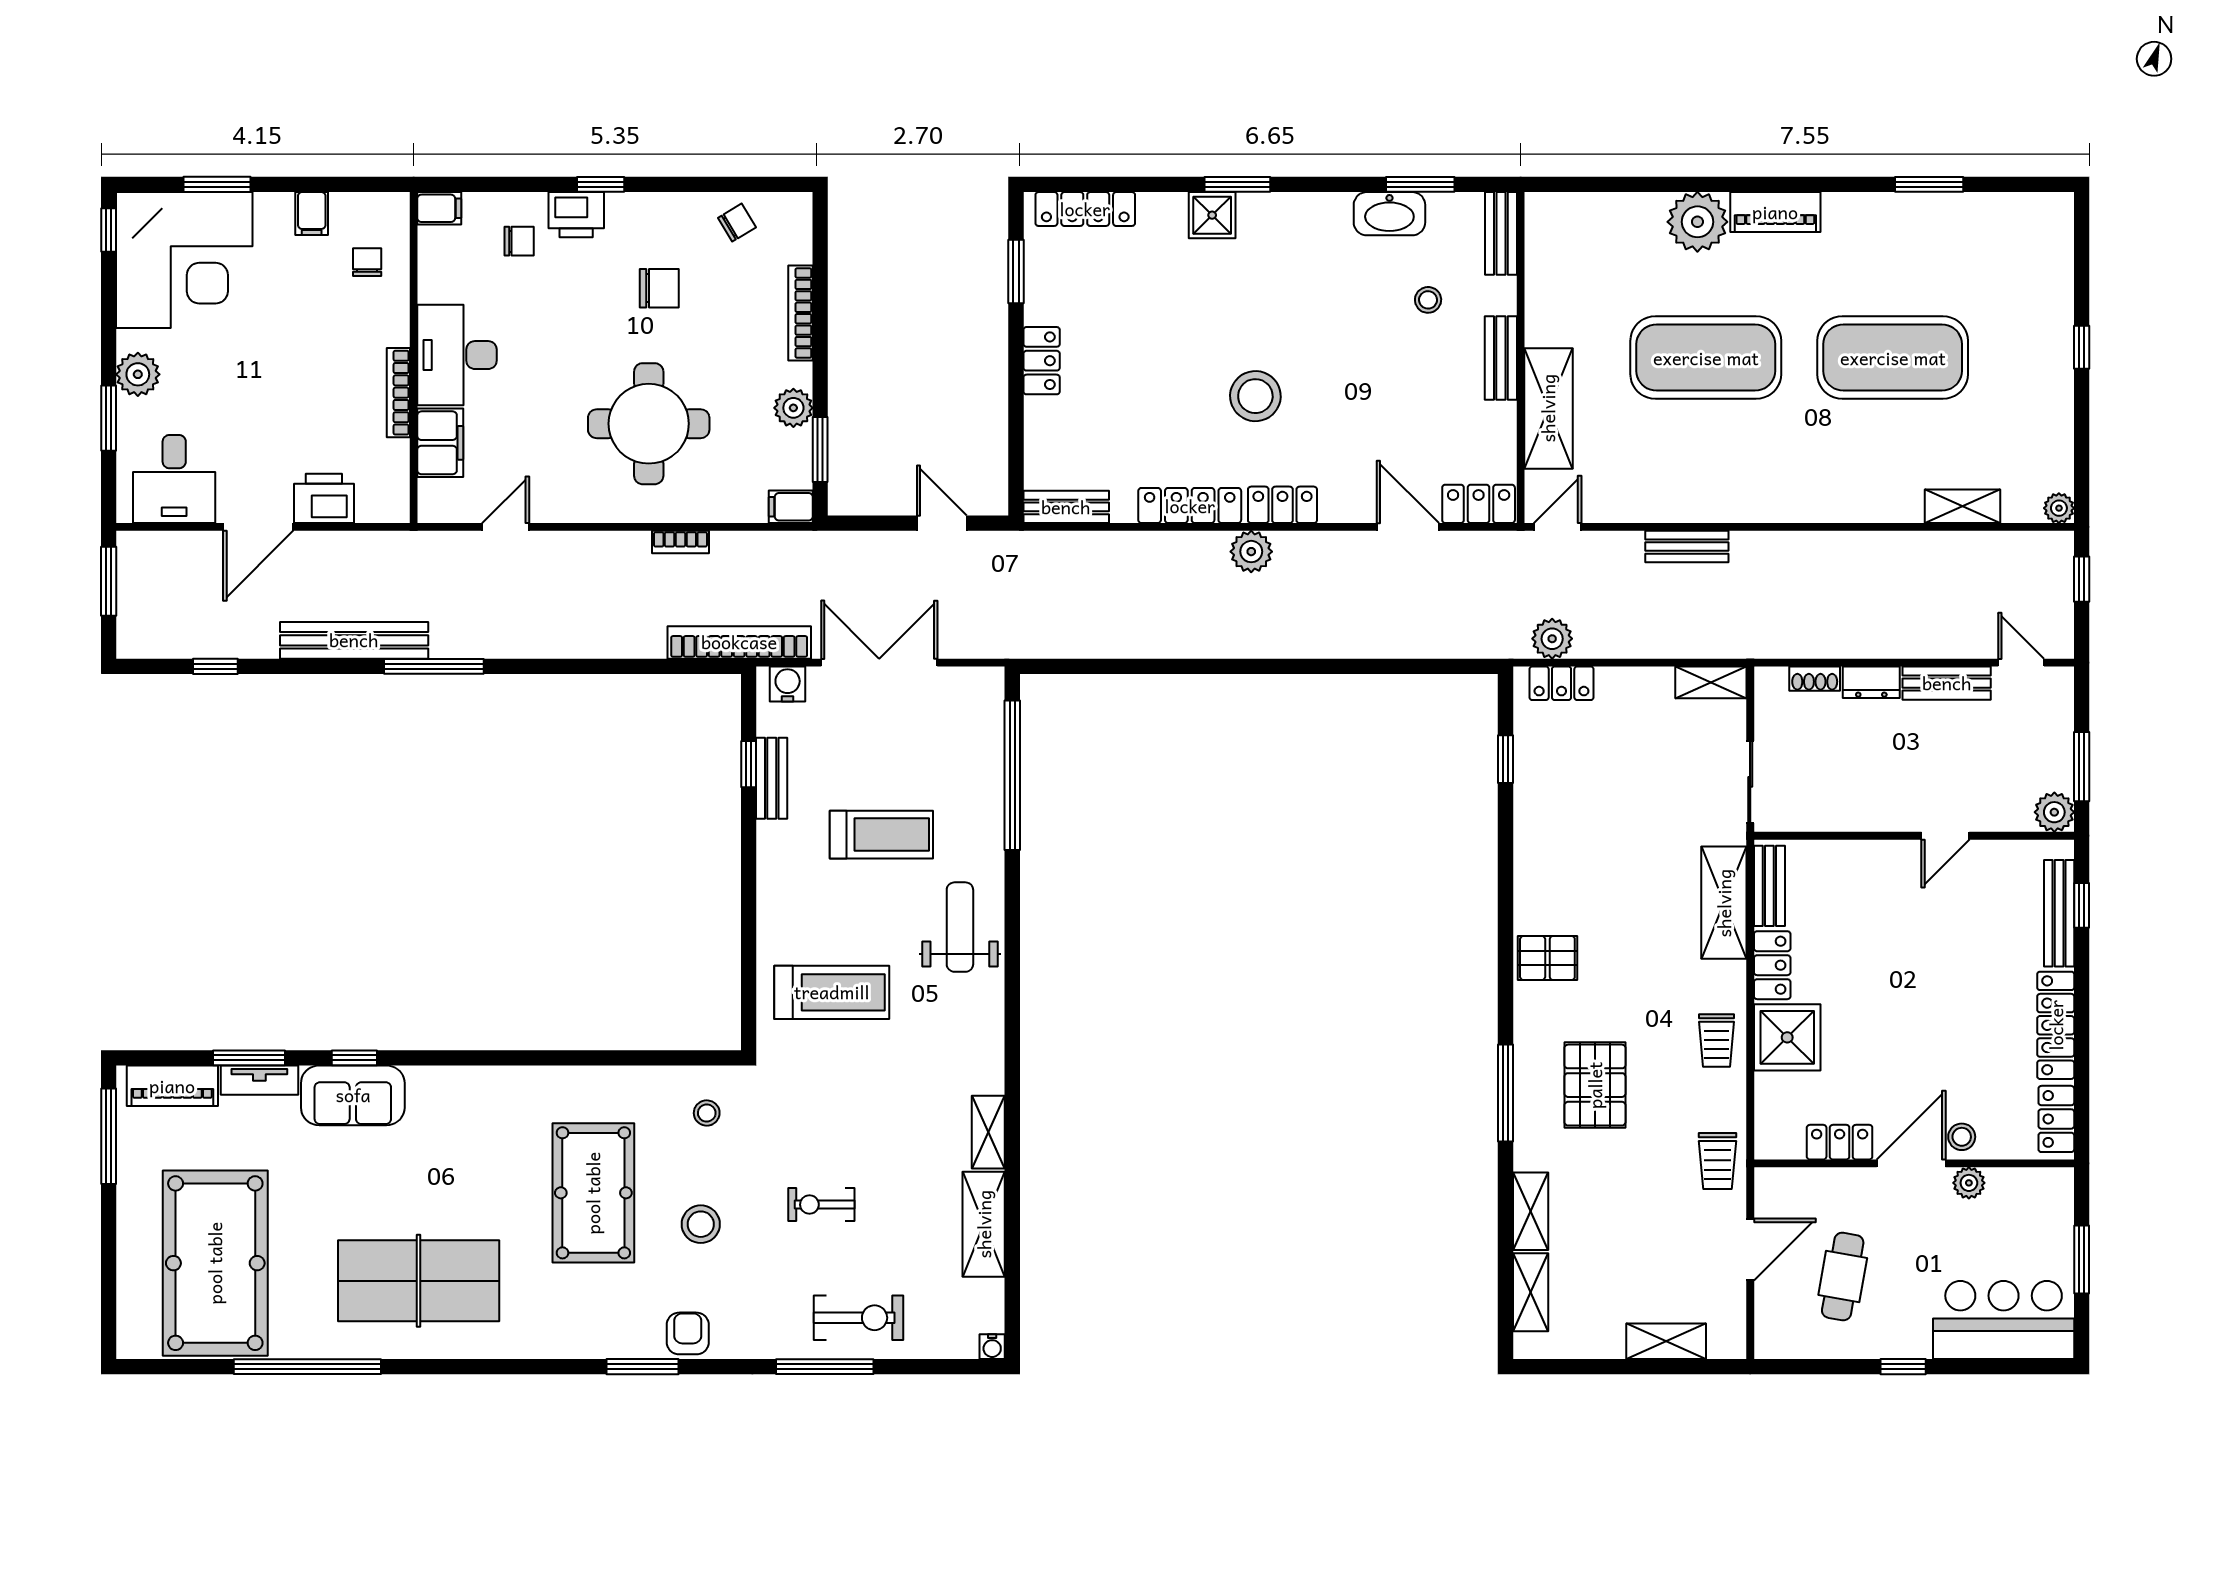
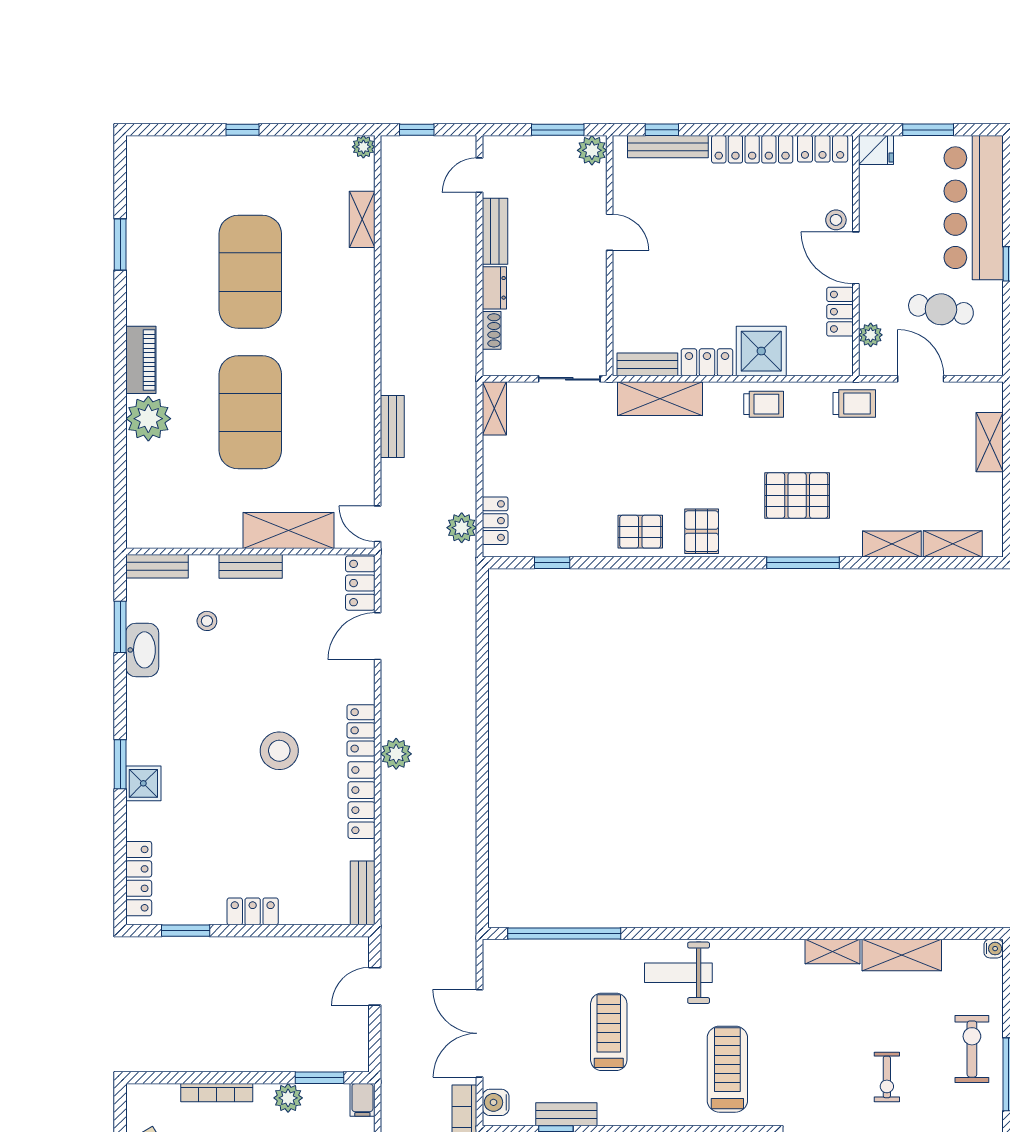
pallet: (1547, 876) -> (640, 532), added
plant: (1969, 1183) -> (871, 335), moved
fridge: (2055, 1190) -> (876, 150), added
bar counter: (2004, 1320) -> (974, 208), width x1.36

